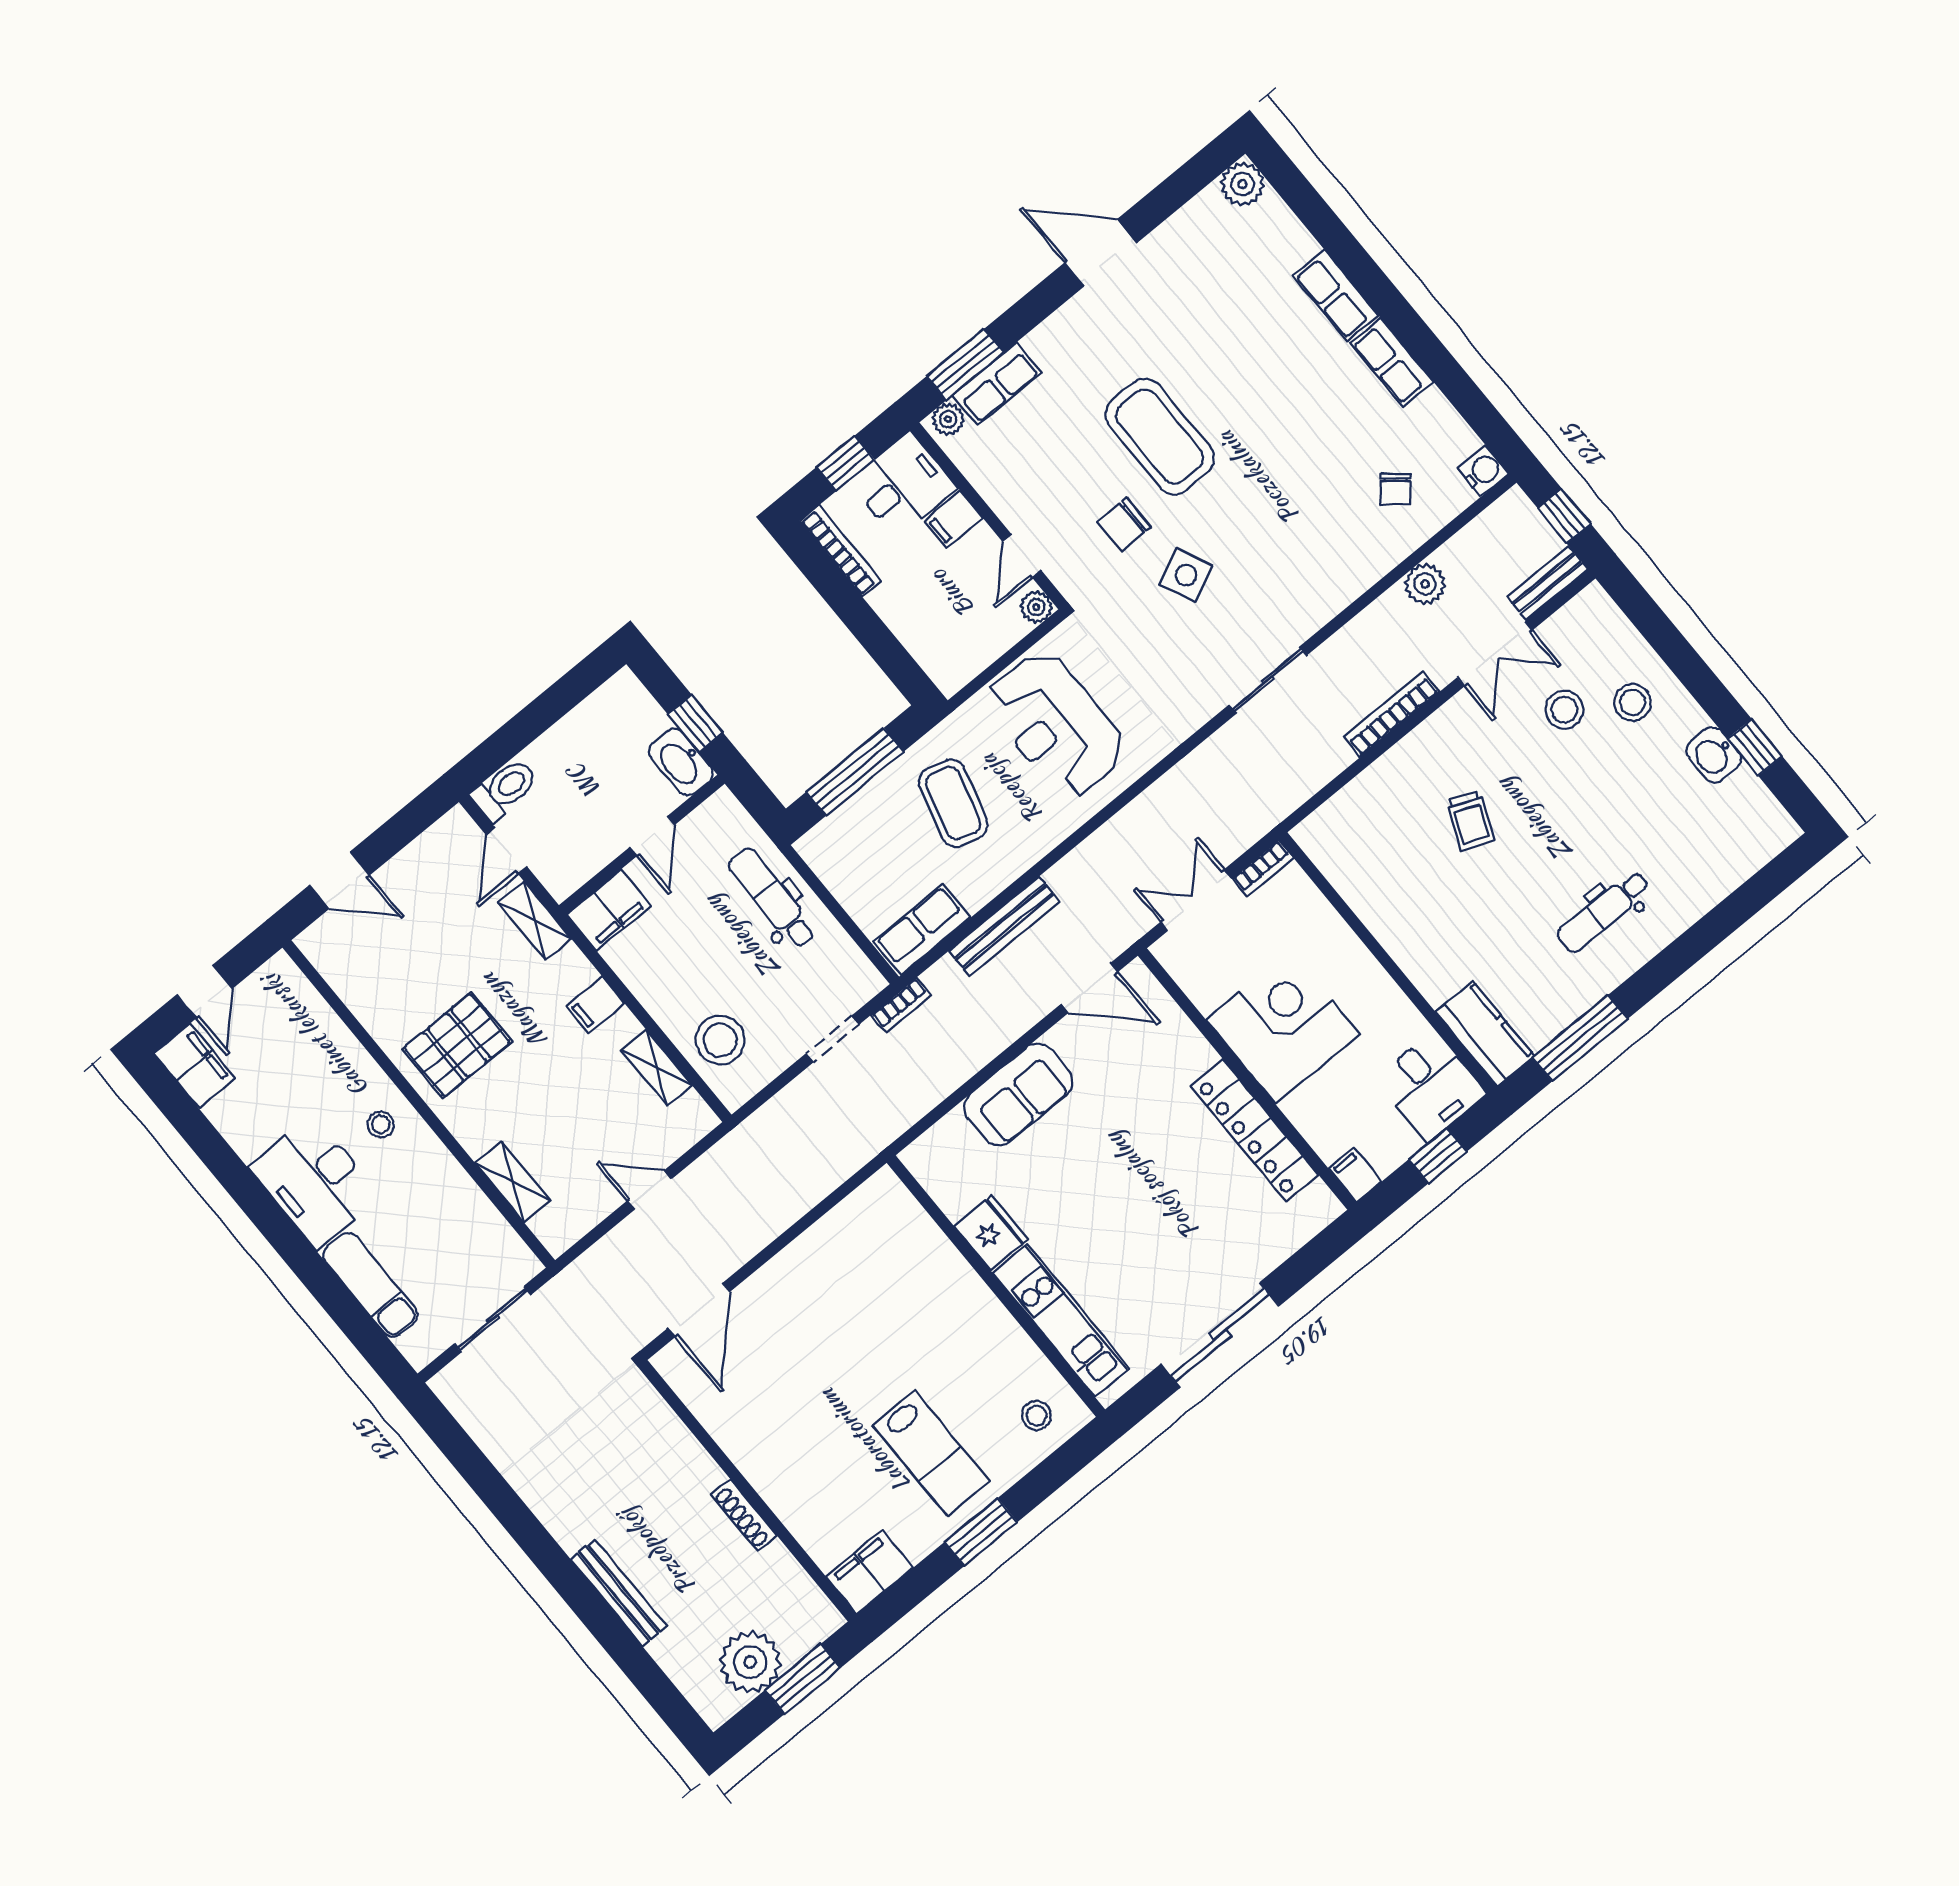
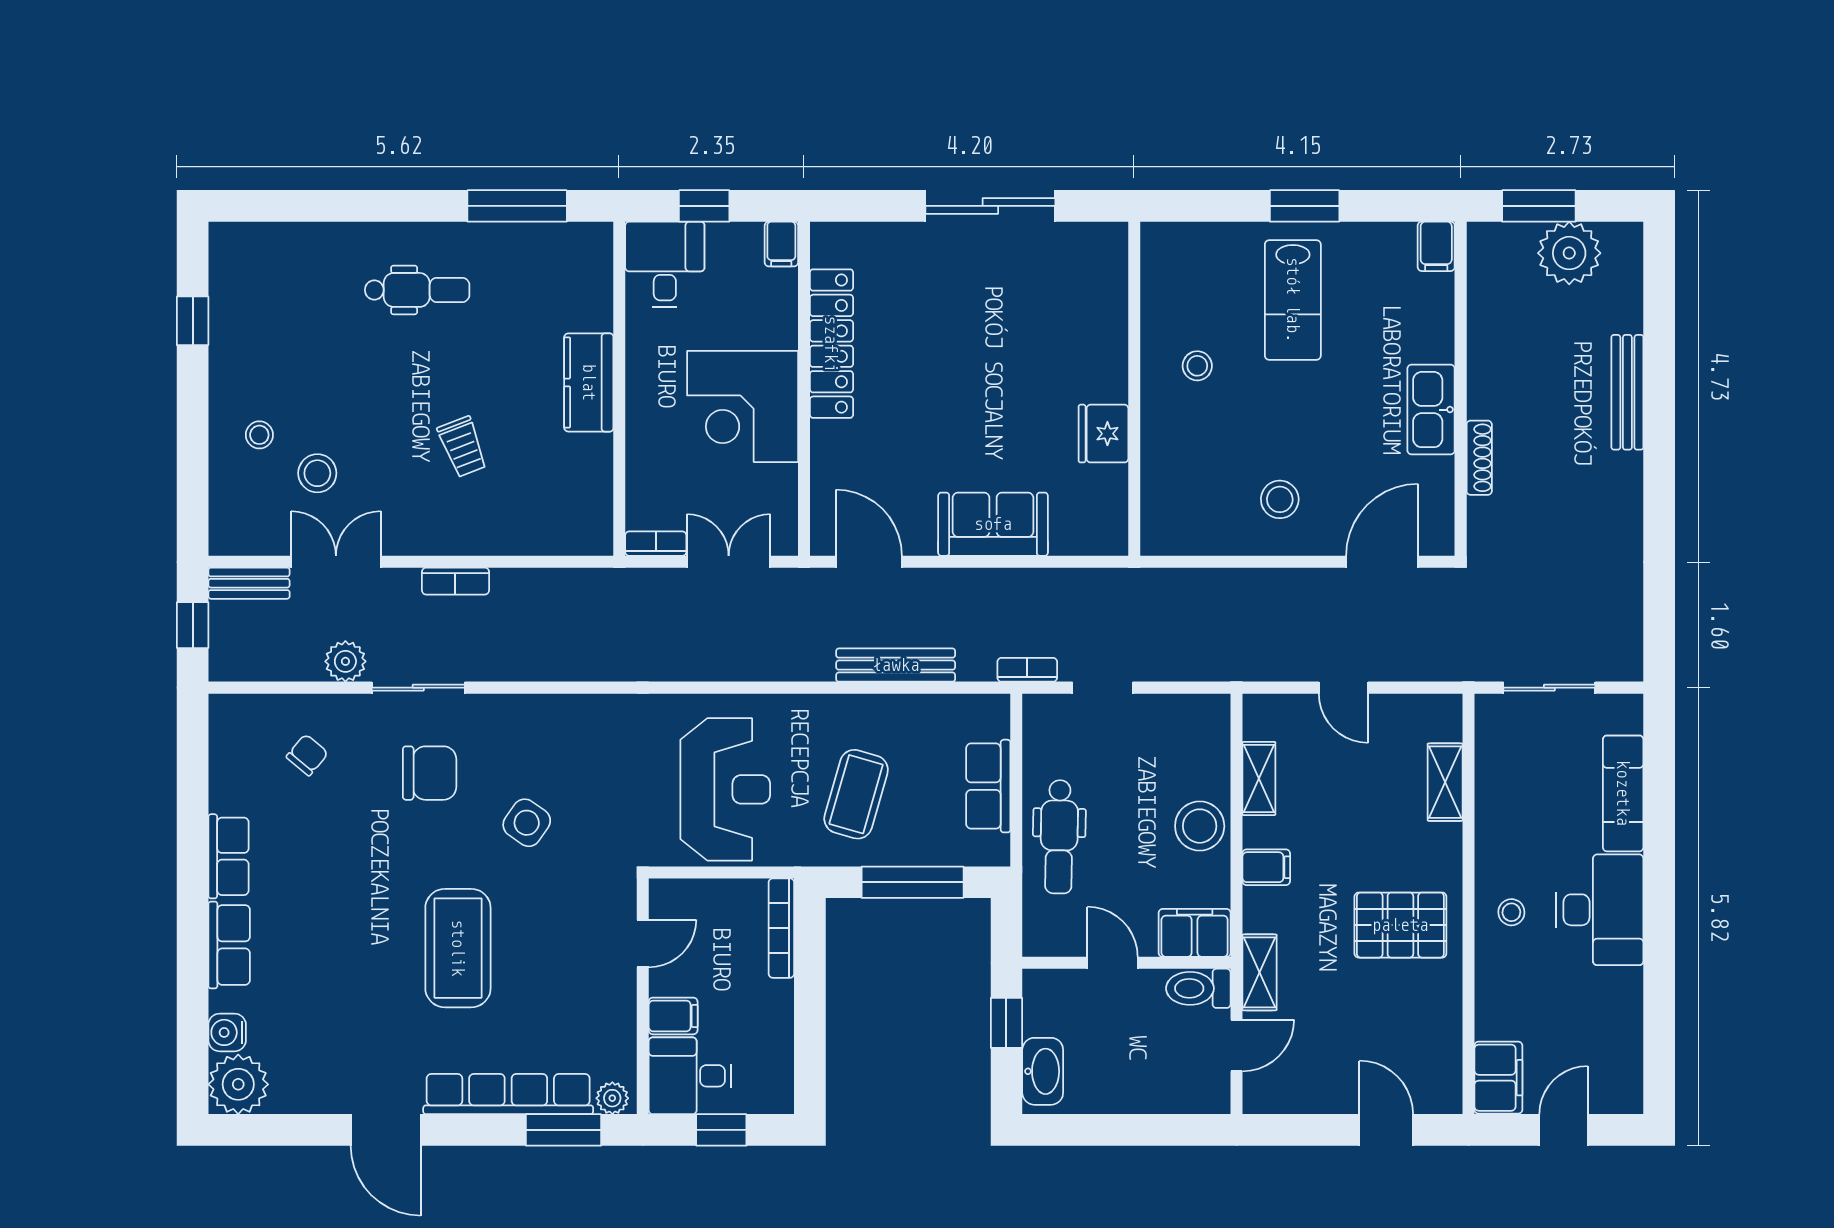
plant: (1242, 184) -> (238, 1084), width x1.36, depth x1.36
row of seats: (997, 384) -> (508, 1094), width x2.02
water cooler: (1483, 471) -> (227, 1032), moved
chair: (1124, 524) -> (430, 773), moved, width x1.37, depth x1.37
bookcase: (841, 551) -> (781, 928), moved
side table: (1186, 575) -> (527, 823), turned -30
plant: (1036, 607) -> (665, 894), removed
sliding door: (1268, 680) -> (418, 688), moved
stool: (1633, 702) -> (259, 435), width x0.73, depth x0.73
bookcase: (1392, 714) -> (455, 581), width x0.64
washbasin: (1714, 755) -> (230, 342), removed
washbasin: (681, 762) -> (1043, 1071), moved
toilet: (505, 789) -> (1198, 988), moved
trolley: (1471, 821) -> (462, 447), turned 136
door: (652, 836) -> (1113, 963), hinge flipped
double door: (1196, 900) -> (729, 562), swing flipped
row of seats: (922, 929) -> (988, 786), moved, turned 90
kitchen counter: (1485, 1034) -> (589, 382), moved
stool: (720, 1040) -> (1200, 826), moved
filing cabinet: (194, 1066) -> (1498, 1078), moved, turned 180
stool: (816, 1293) -> (1280, 499), added
kitchen unit: (1061, 1320) -> (1105, 320), removed
stool: (1036, 1415) -> (1197, 366), moved
lab bench: (931, 1453) -> (1293, 300), turned 180
kitchen sink: (757, 1456) -> (1431, 410), added
shoe rack: (744, 1515) -> (1479, 458), moved
filing cabinet: (870, 1572) -> (1436, 246), width x0.50

